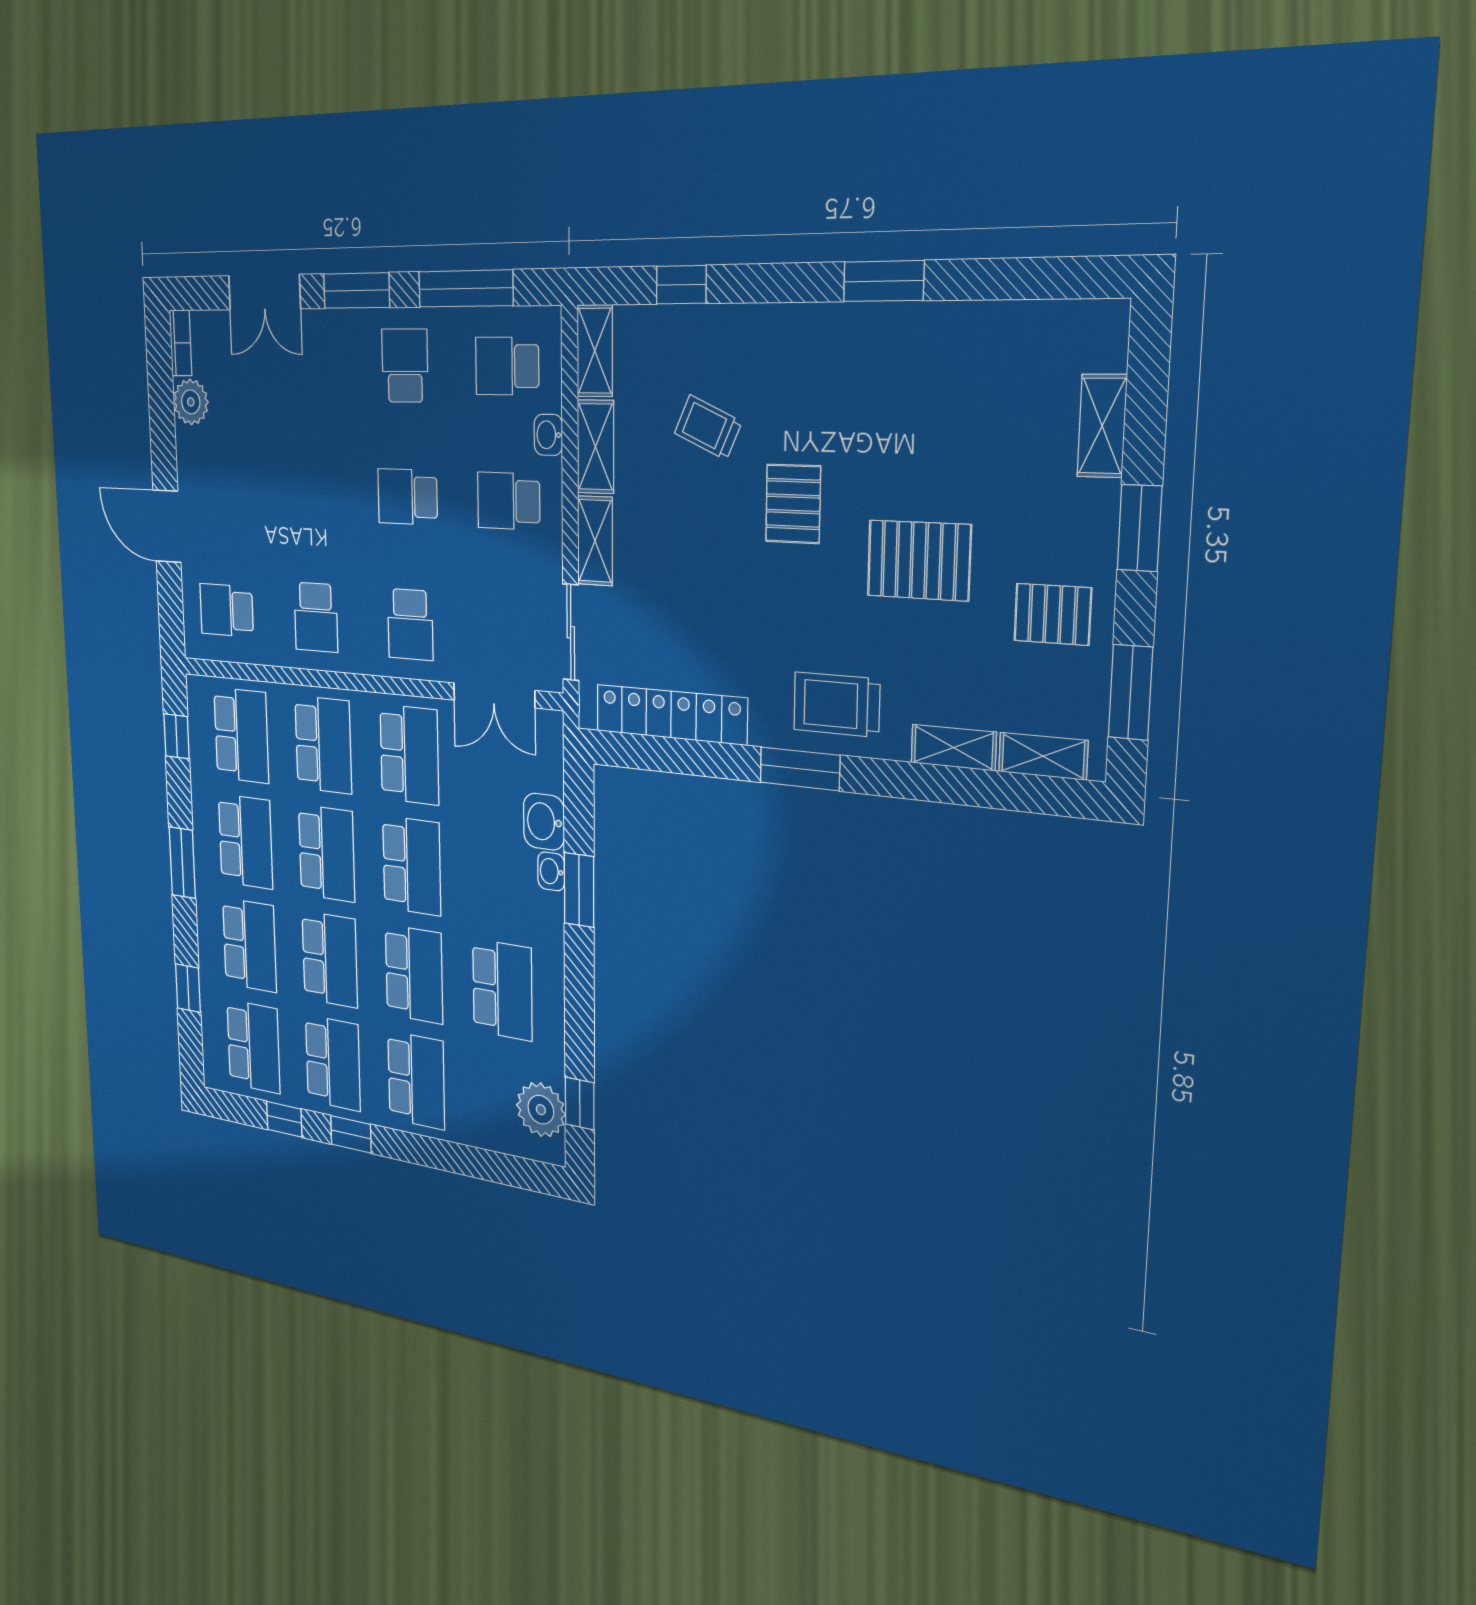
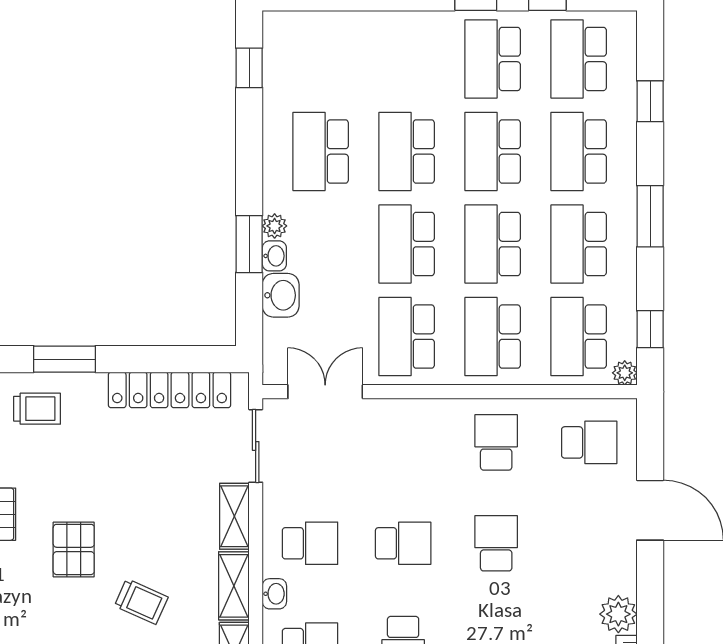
school desk: (410, 625) -> (496, 543), moved
plant: (197, 689) -> (625, 373), added
trolley: (837, 705) -> (37, 409), width x0.73, depth x0.72
school desk: (416, 1080) -> (407, 59), removed
plant: (541, 1110) -> (275, 226), moved, width x0.53, depth x0.53

